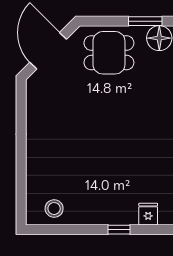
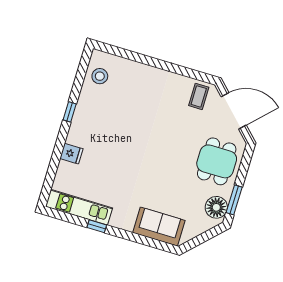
coffee table: (44, 94) -> (199, 96), added
window: (119, 230) -> (70, 112), moved

